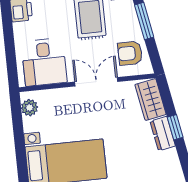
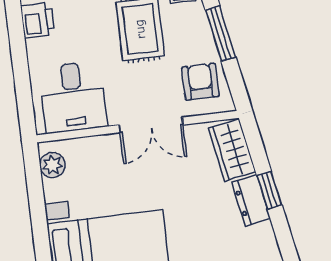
armchair: (130, 53) -> (200, 82), turned 90
double door: (96, 82) -> (151, 125), swing flipped

